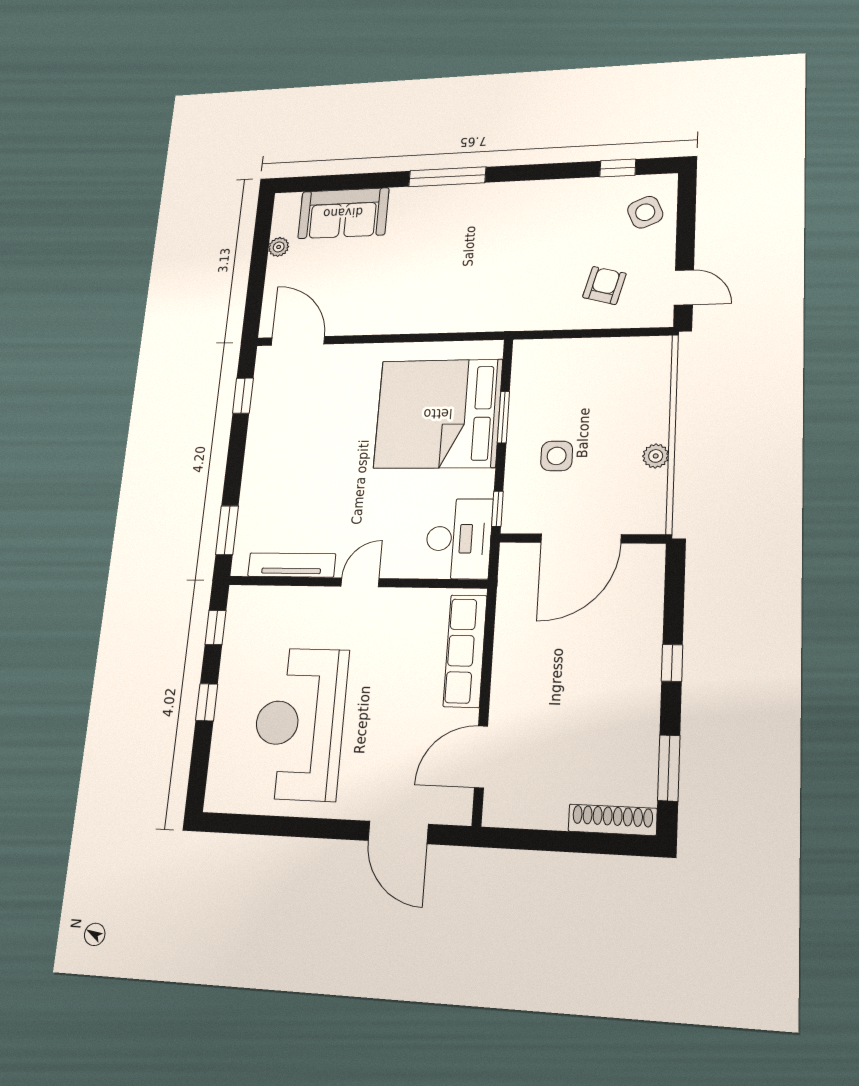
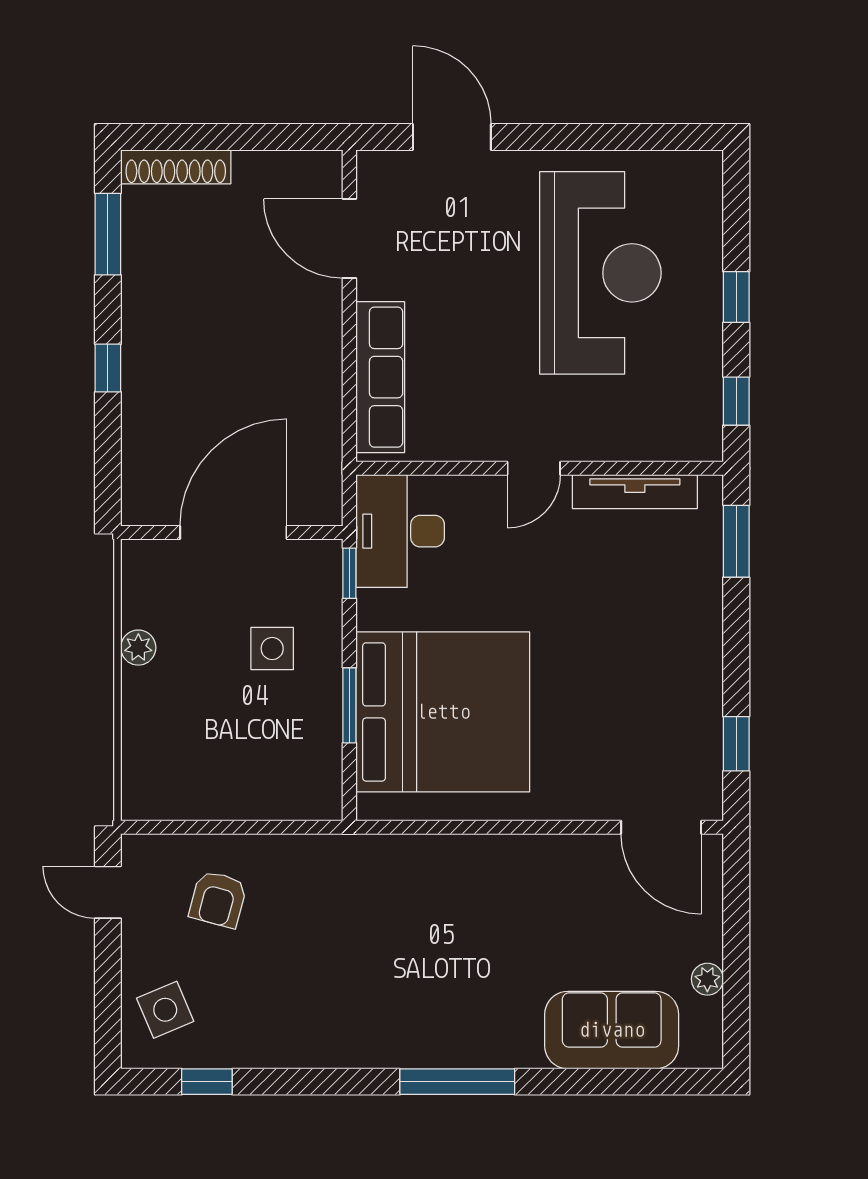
door: (481, 757) -> (349, 238), swing flipped

